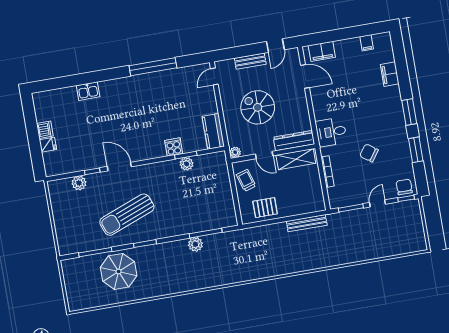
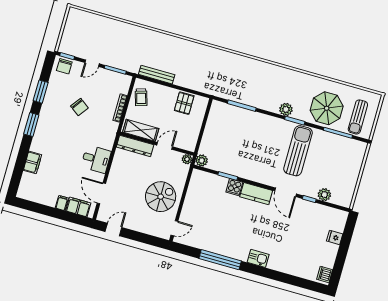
filing cabinet: (367, 43) -> (62, 203), moved
bench: (250, 61) -> (140, 227), removed
kitchen sink: (88, 91) -> (258, 258), moved
spiral stairs: (258, 107) -> (161, 197), moved, turned -90
dishwasher: (45, 130) -> (325, 274), moved
kitchen counter: (213, 131) -> (256, 194), moved, turned 90
desk: (331, 132) -> (96, 159), moved
door: (264, 155) -> (165, 146), hinge flipped
plant: (186, 164) -> (202, 160), moved
trolley: (246, 180) -> (141, 97), moved
pallet: (265, 208) -> (184, 103), turned 90
sun lounger: (127, 215) -> (298, 151), turned -69
plant: (195, 244) -> (286, 109), moved
sun lounger: (83, 278) -> (358, 117), added

